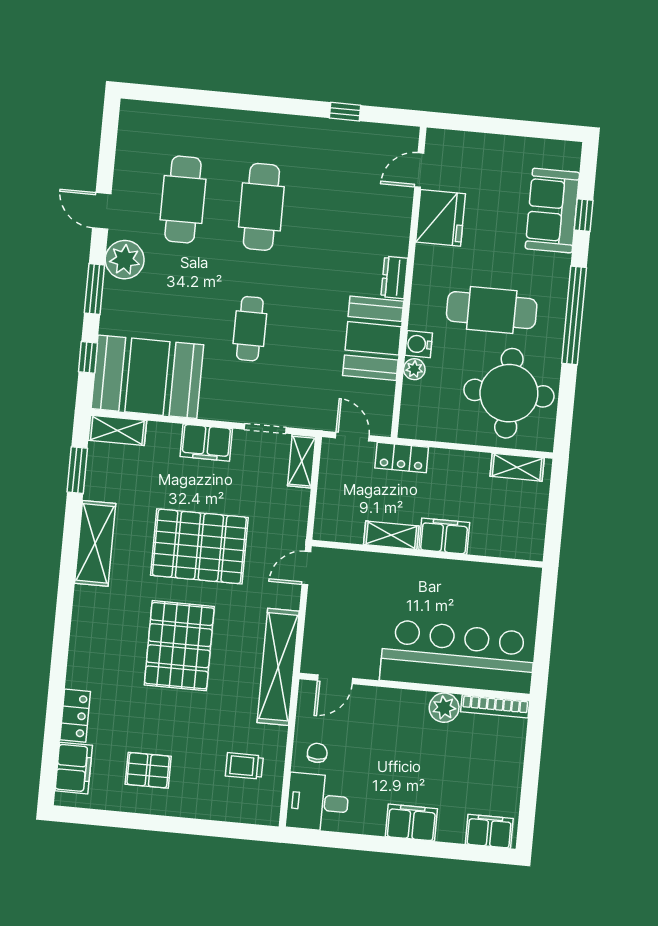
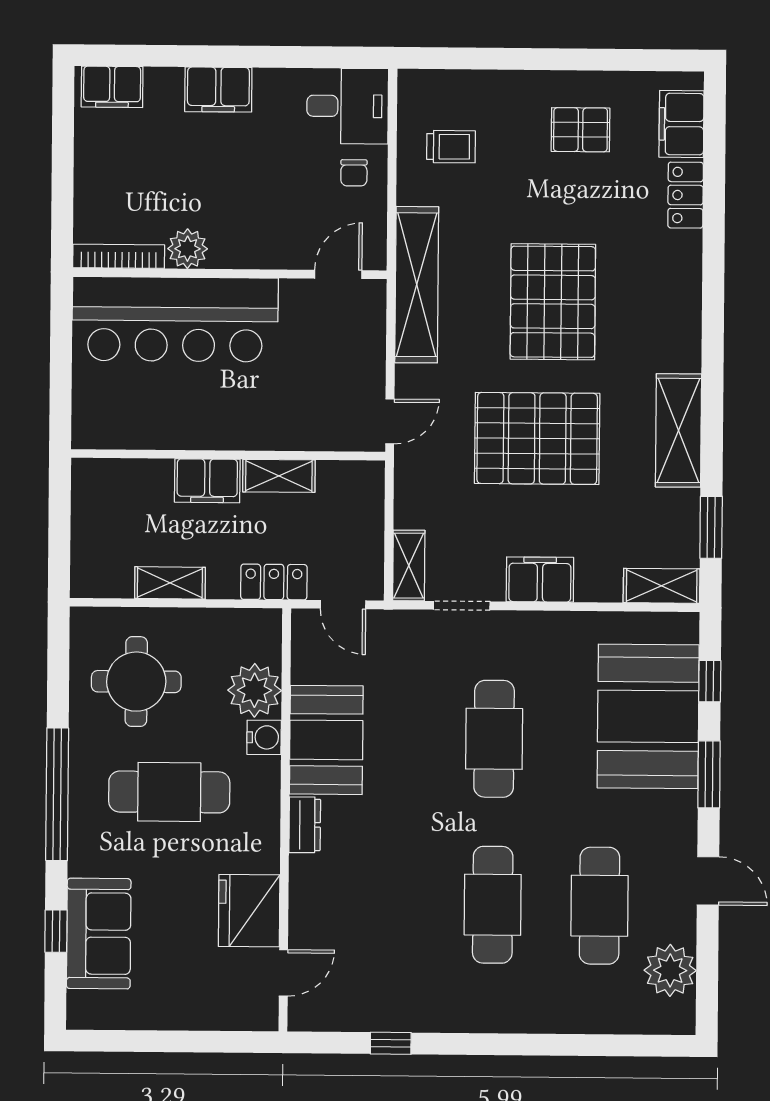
plant: (125, 260) -> (670, 970), moved
cafe table: (250, 329) -> (494, 739), width x1.37, depth x1.35
plant: (414, 369) -> (255, 690), width x1.87, depth x1.87
booth: (147, 377) -> (648, 716), moved, turned 90
round table: (509, 393) -> (136, 682), width x0.73, depth x0.73
shelving: (517, 467) -> (170, 583), moved

